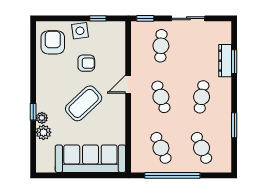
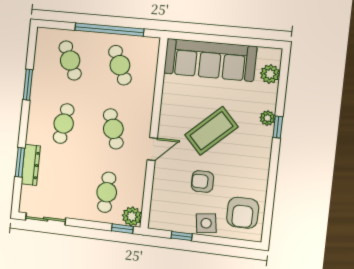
sliding door: (188, 18) -> (46, 219), moved
plant: (139, 29) -> (132, 216), added
plant: (43, 132) -> (270, 74), moved

